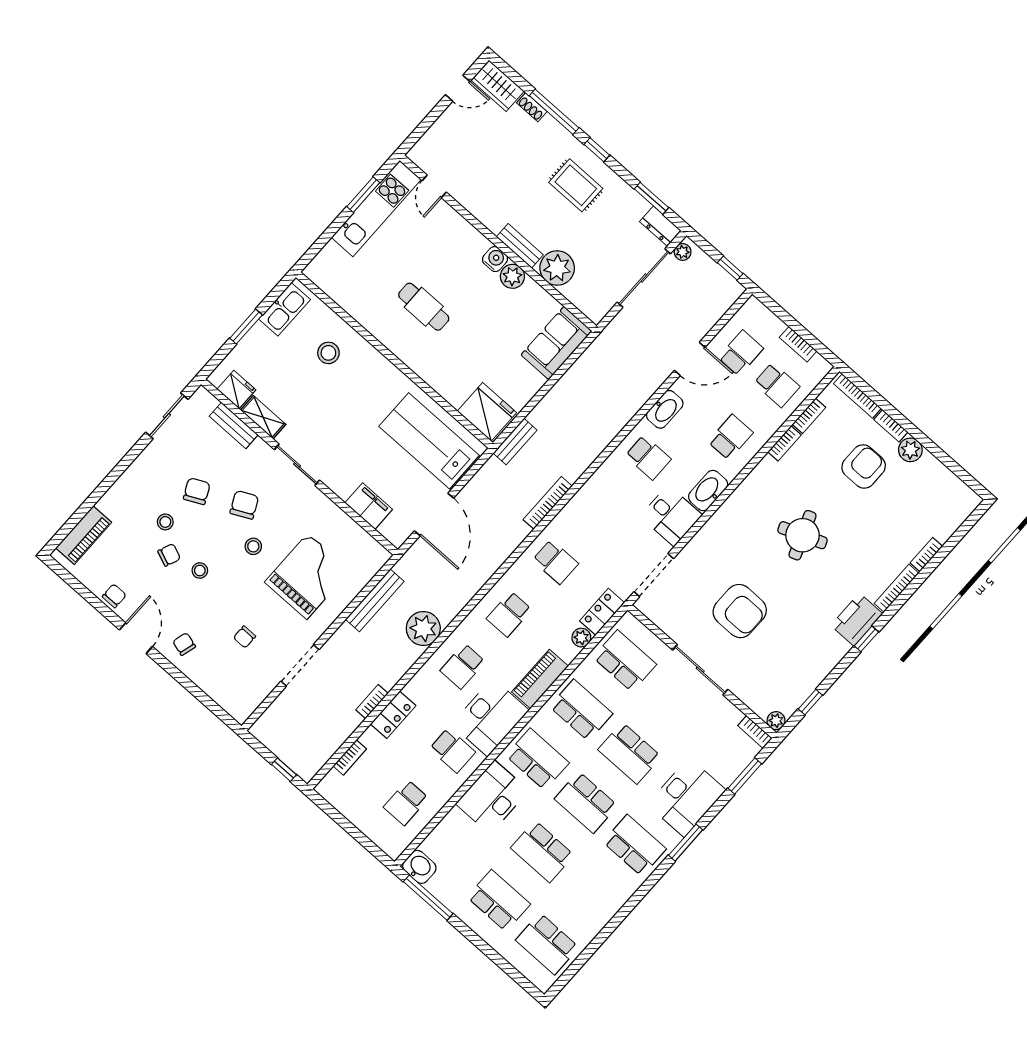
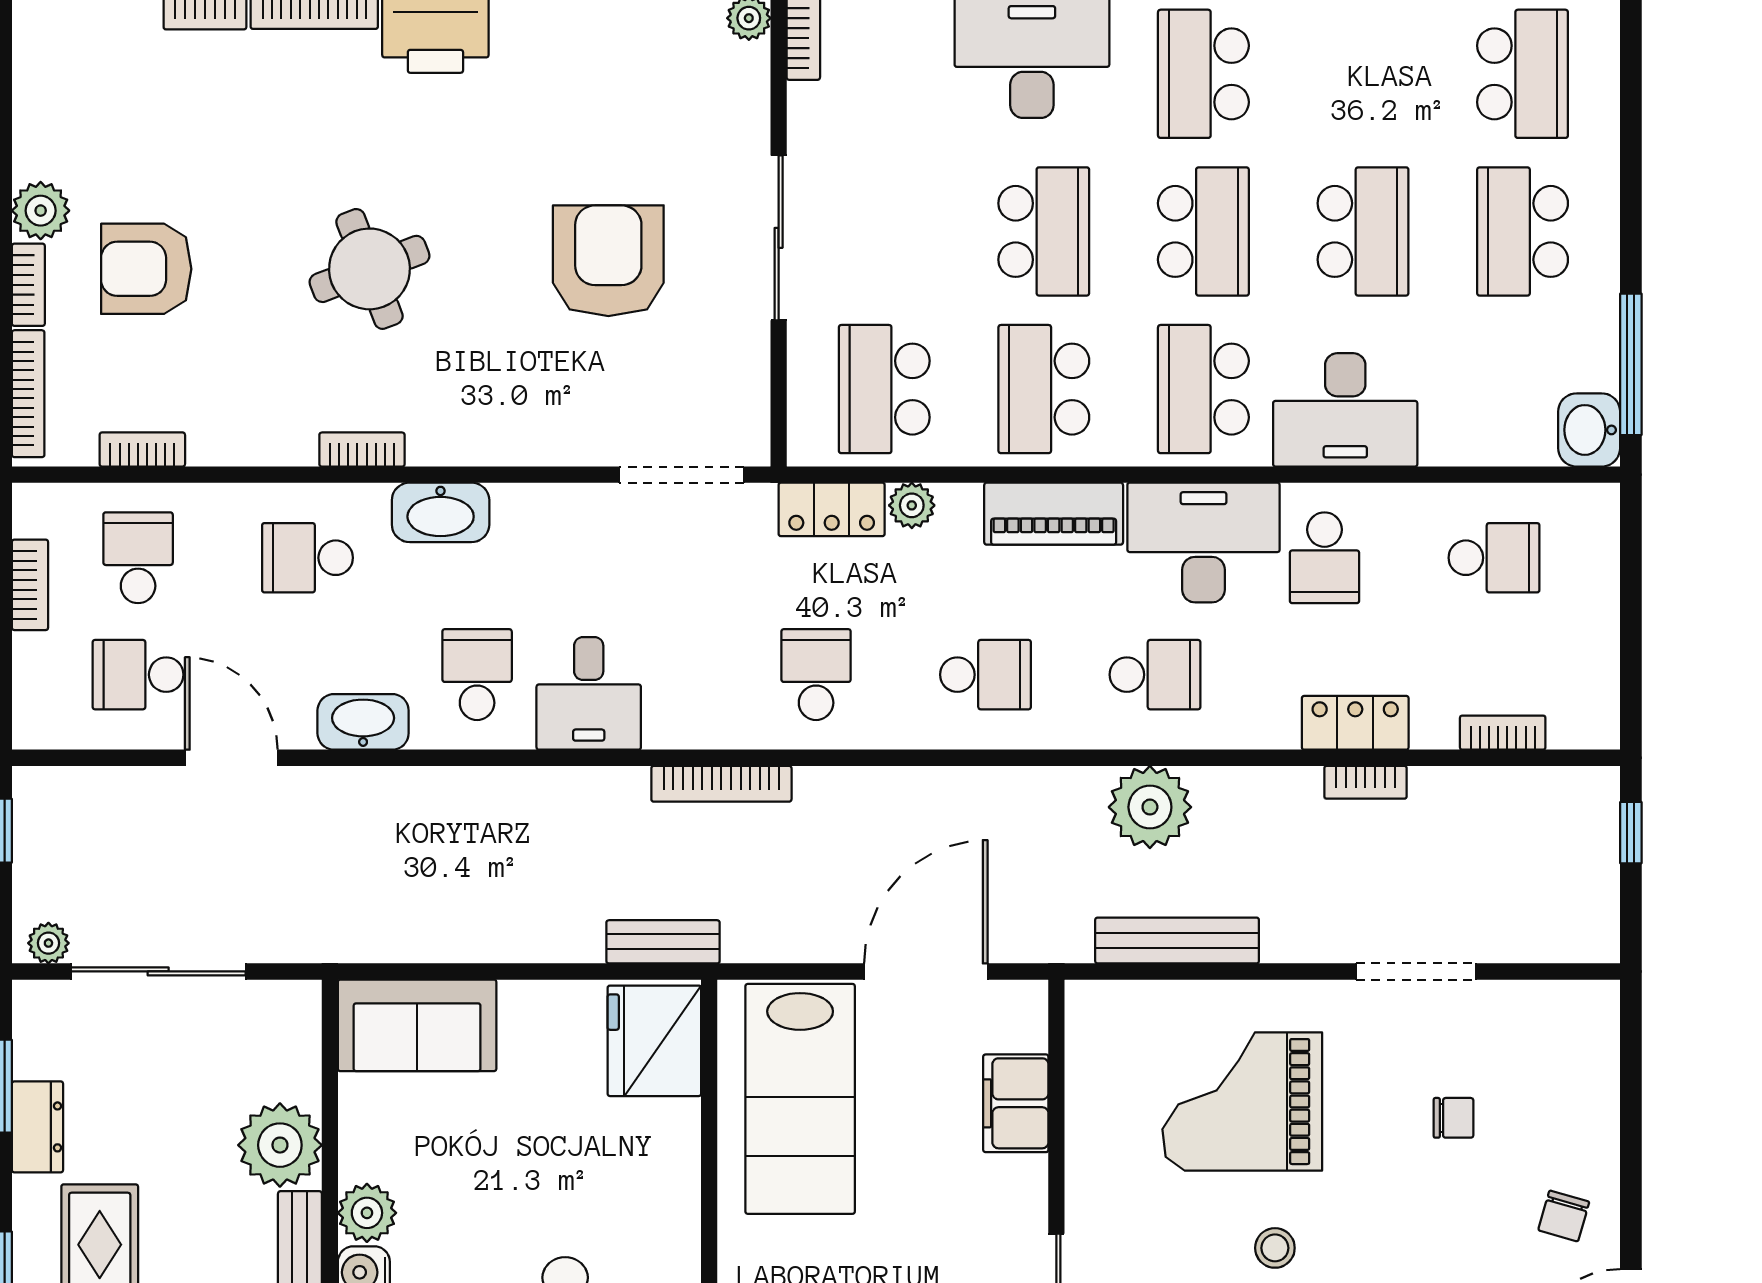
dresser: (660, 226) -> (37, 1127), moved
bookcase: (784, 443) -> (362, 450), moved
desk: (671, 516) -> (589, 693), moved, turned 180
school desk: (452, 750) -> (1325, 558), turned 180

